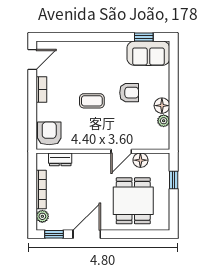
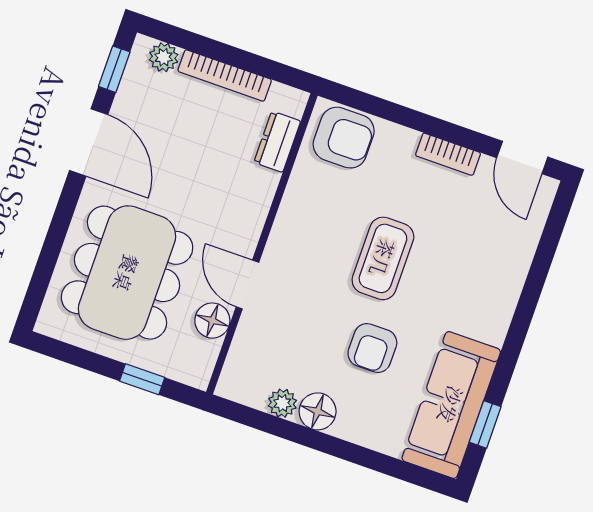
sofa: (148, 53) -> (451, 405), width x1.36
coffee table: (92, 101) -> (383, 258), width x1.36, depth x1.30
dining table: (133, 201) -> (127, 273), width x1.38

